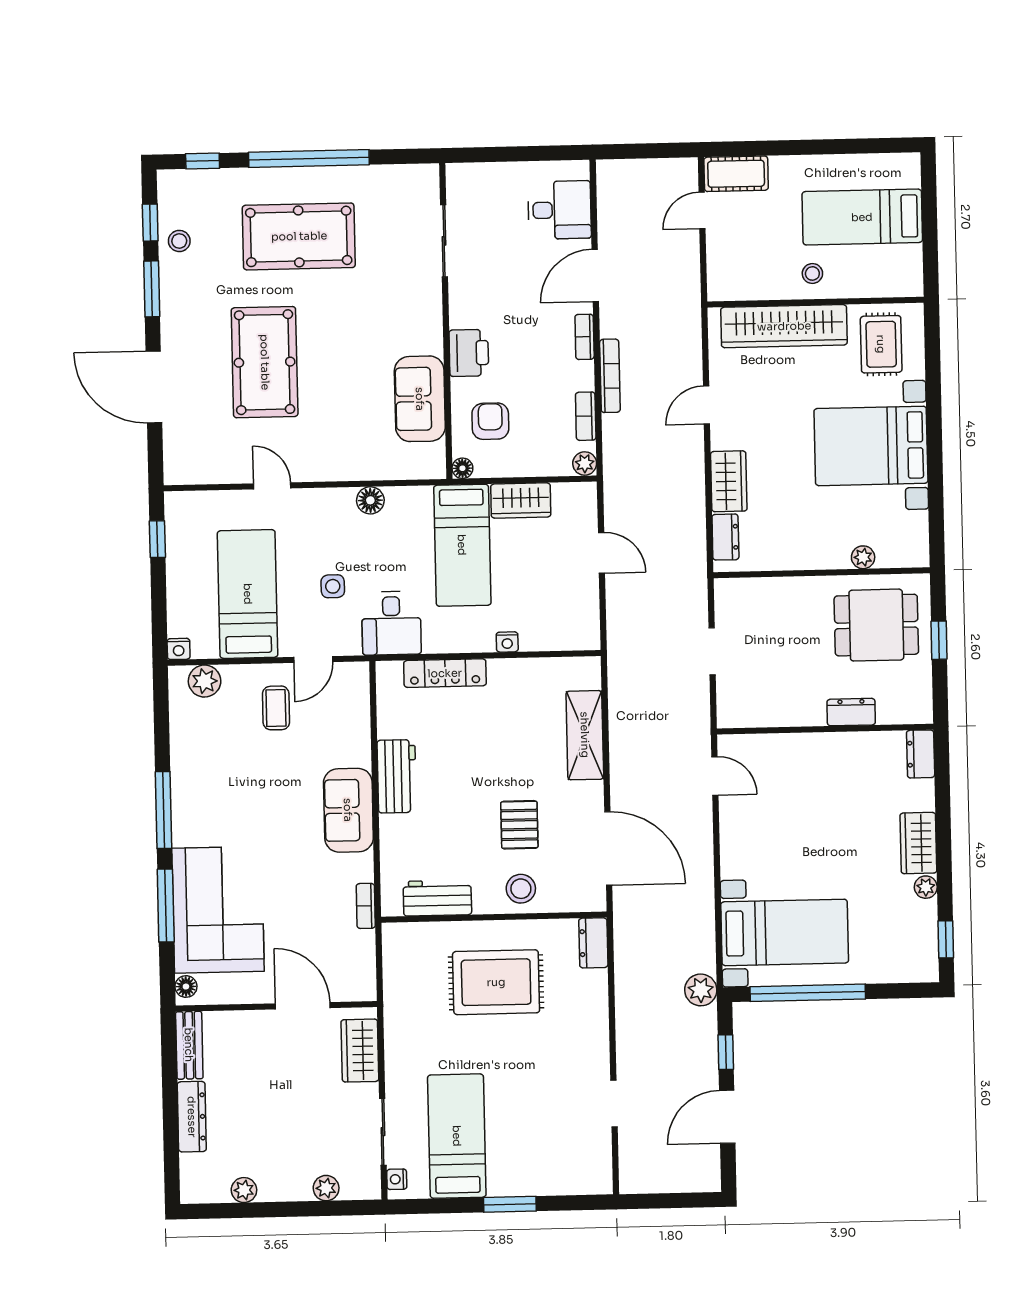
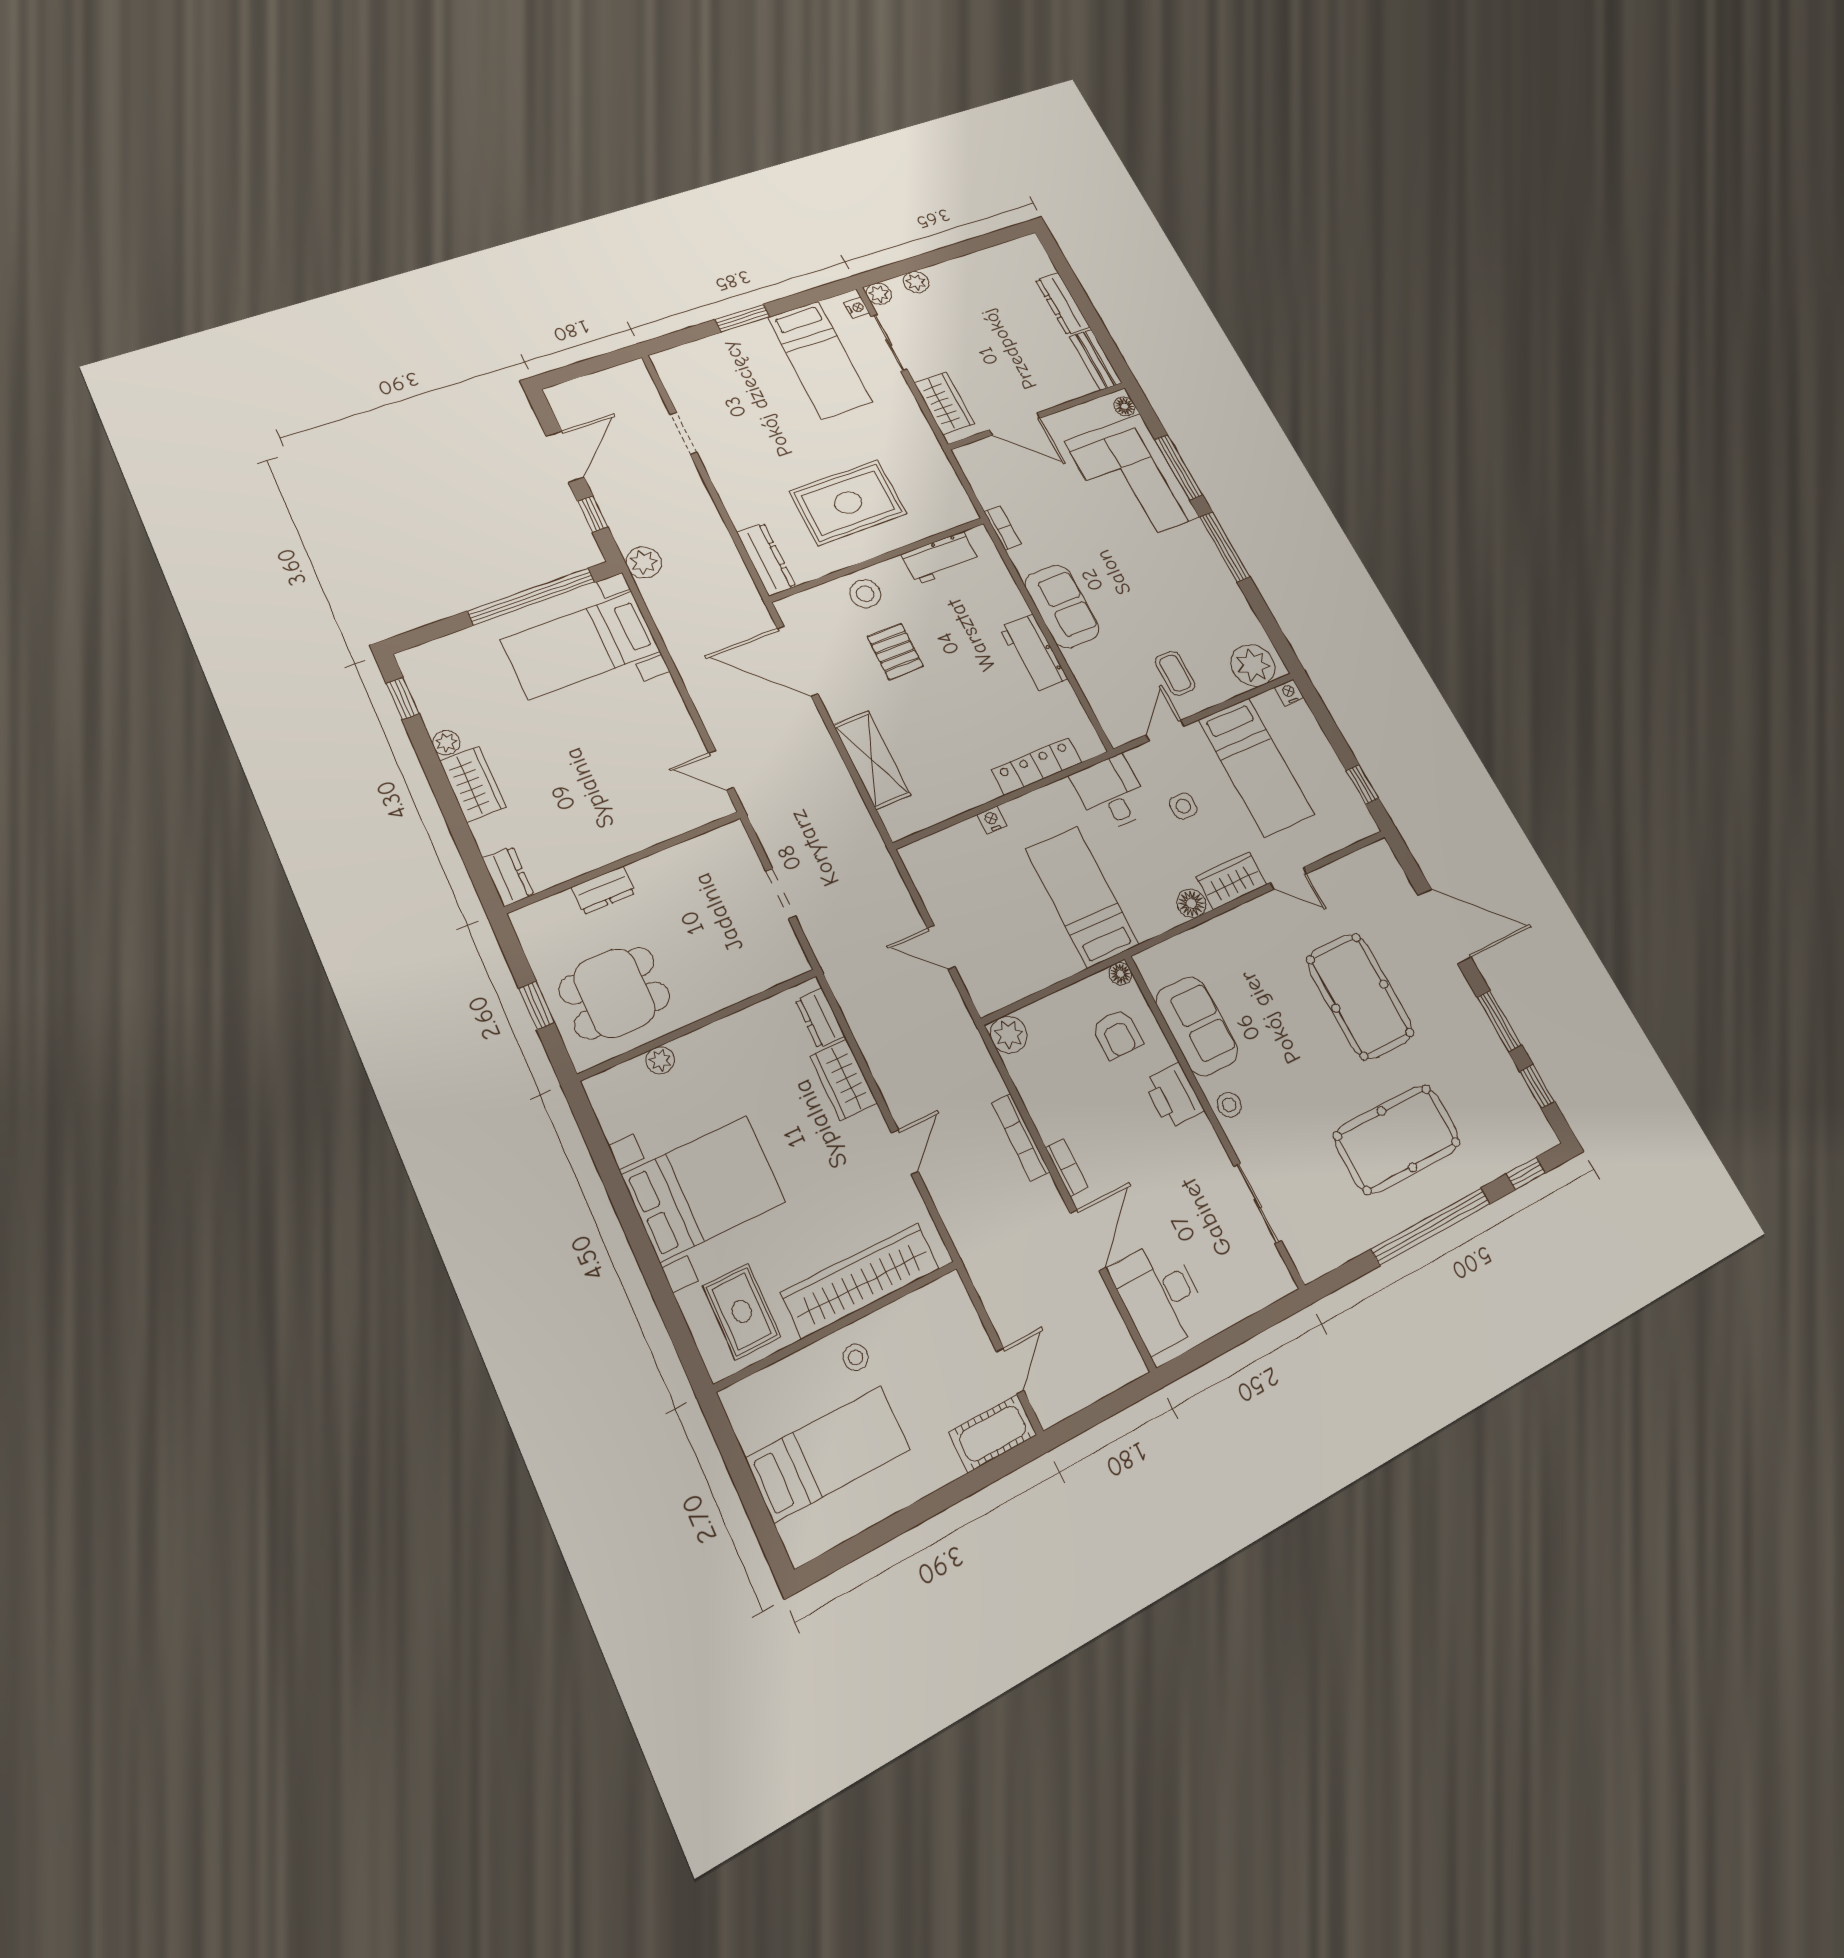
desk: (559, 210) -> (1160, 1295), width x1.37
stool: (179, 241) -> (1229, 1105), moved
bookcase: (586, 416) -> (1025, 1083), removed
plant: (585, 463) -> (1009, 1035), width x1.38, depth x1.38
wardrobe: (521, 500) -> (1231, 881), moved
plant: (205, 681) -> (1253, 665), width x1.36, depth x1.36
dresser: (593, 943) -> (766, 559), width x1.44
plant: (244, 1190) -> (879, 294), moved

